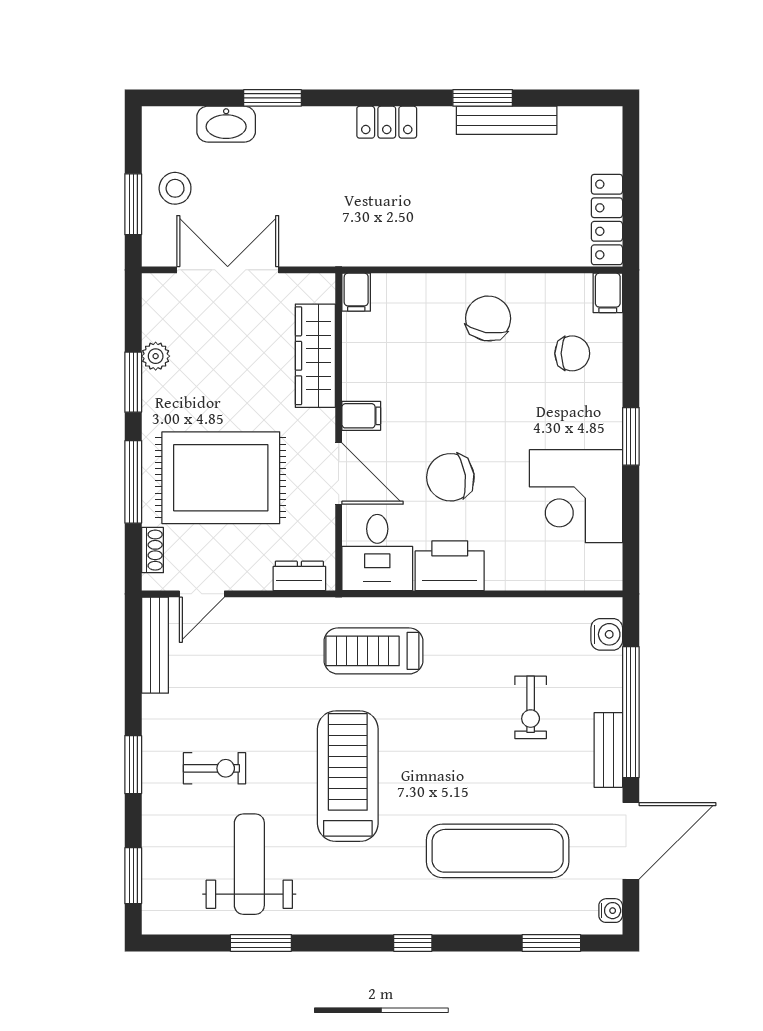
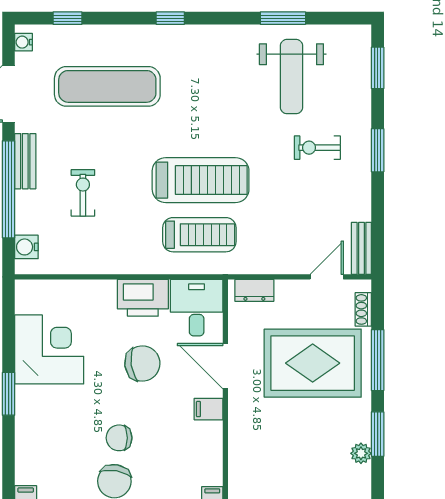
chair: (572, 353) -> (119, 438), moved
wardrobe: (315, 356) -> (243, 454), removed
bench: (155, 645) -> (361, 248), width x0.73
treadmill: (348, 776) -> (201, 180), moved, turned -90
window: (551, 943) -> (67, 18), width x0.67

